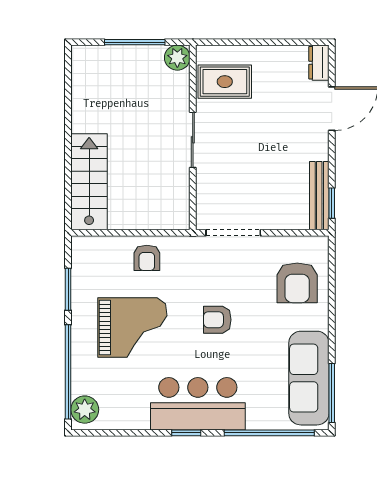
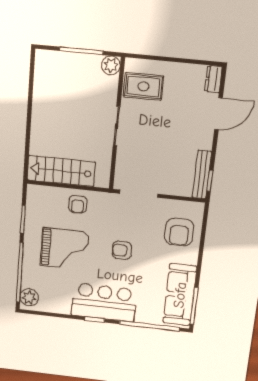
stairs: (89, 182) -> (61, 171), moved, turned -90

